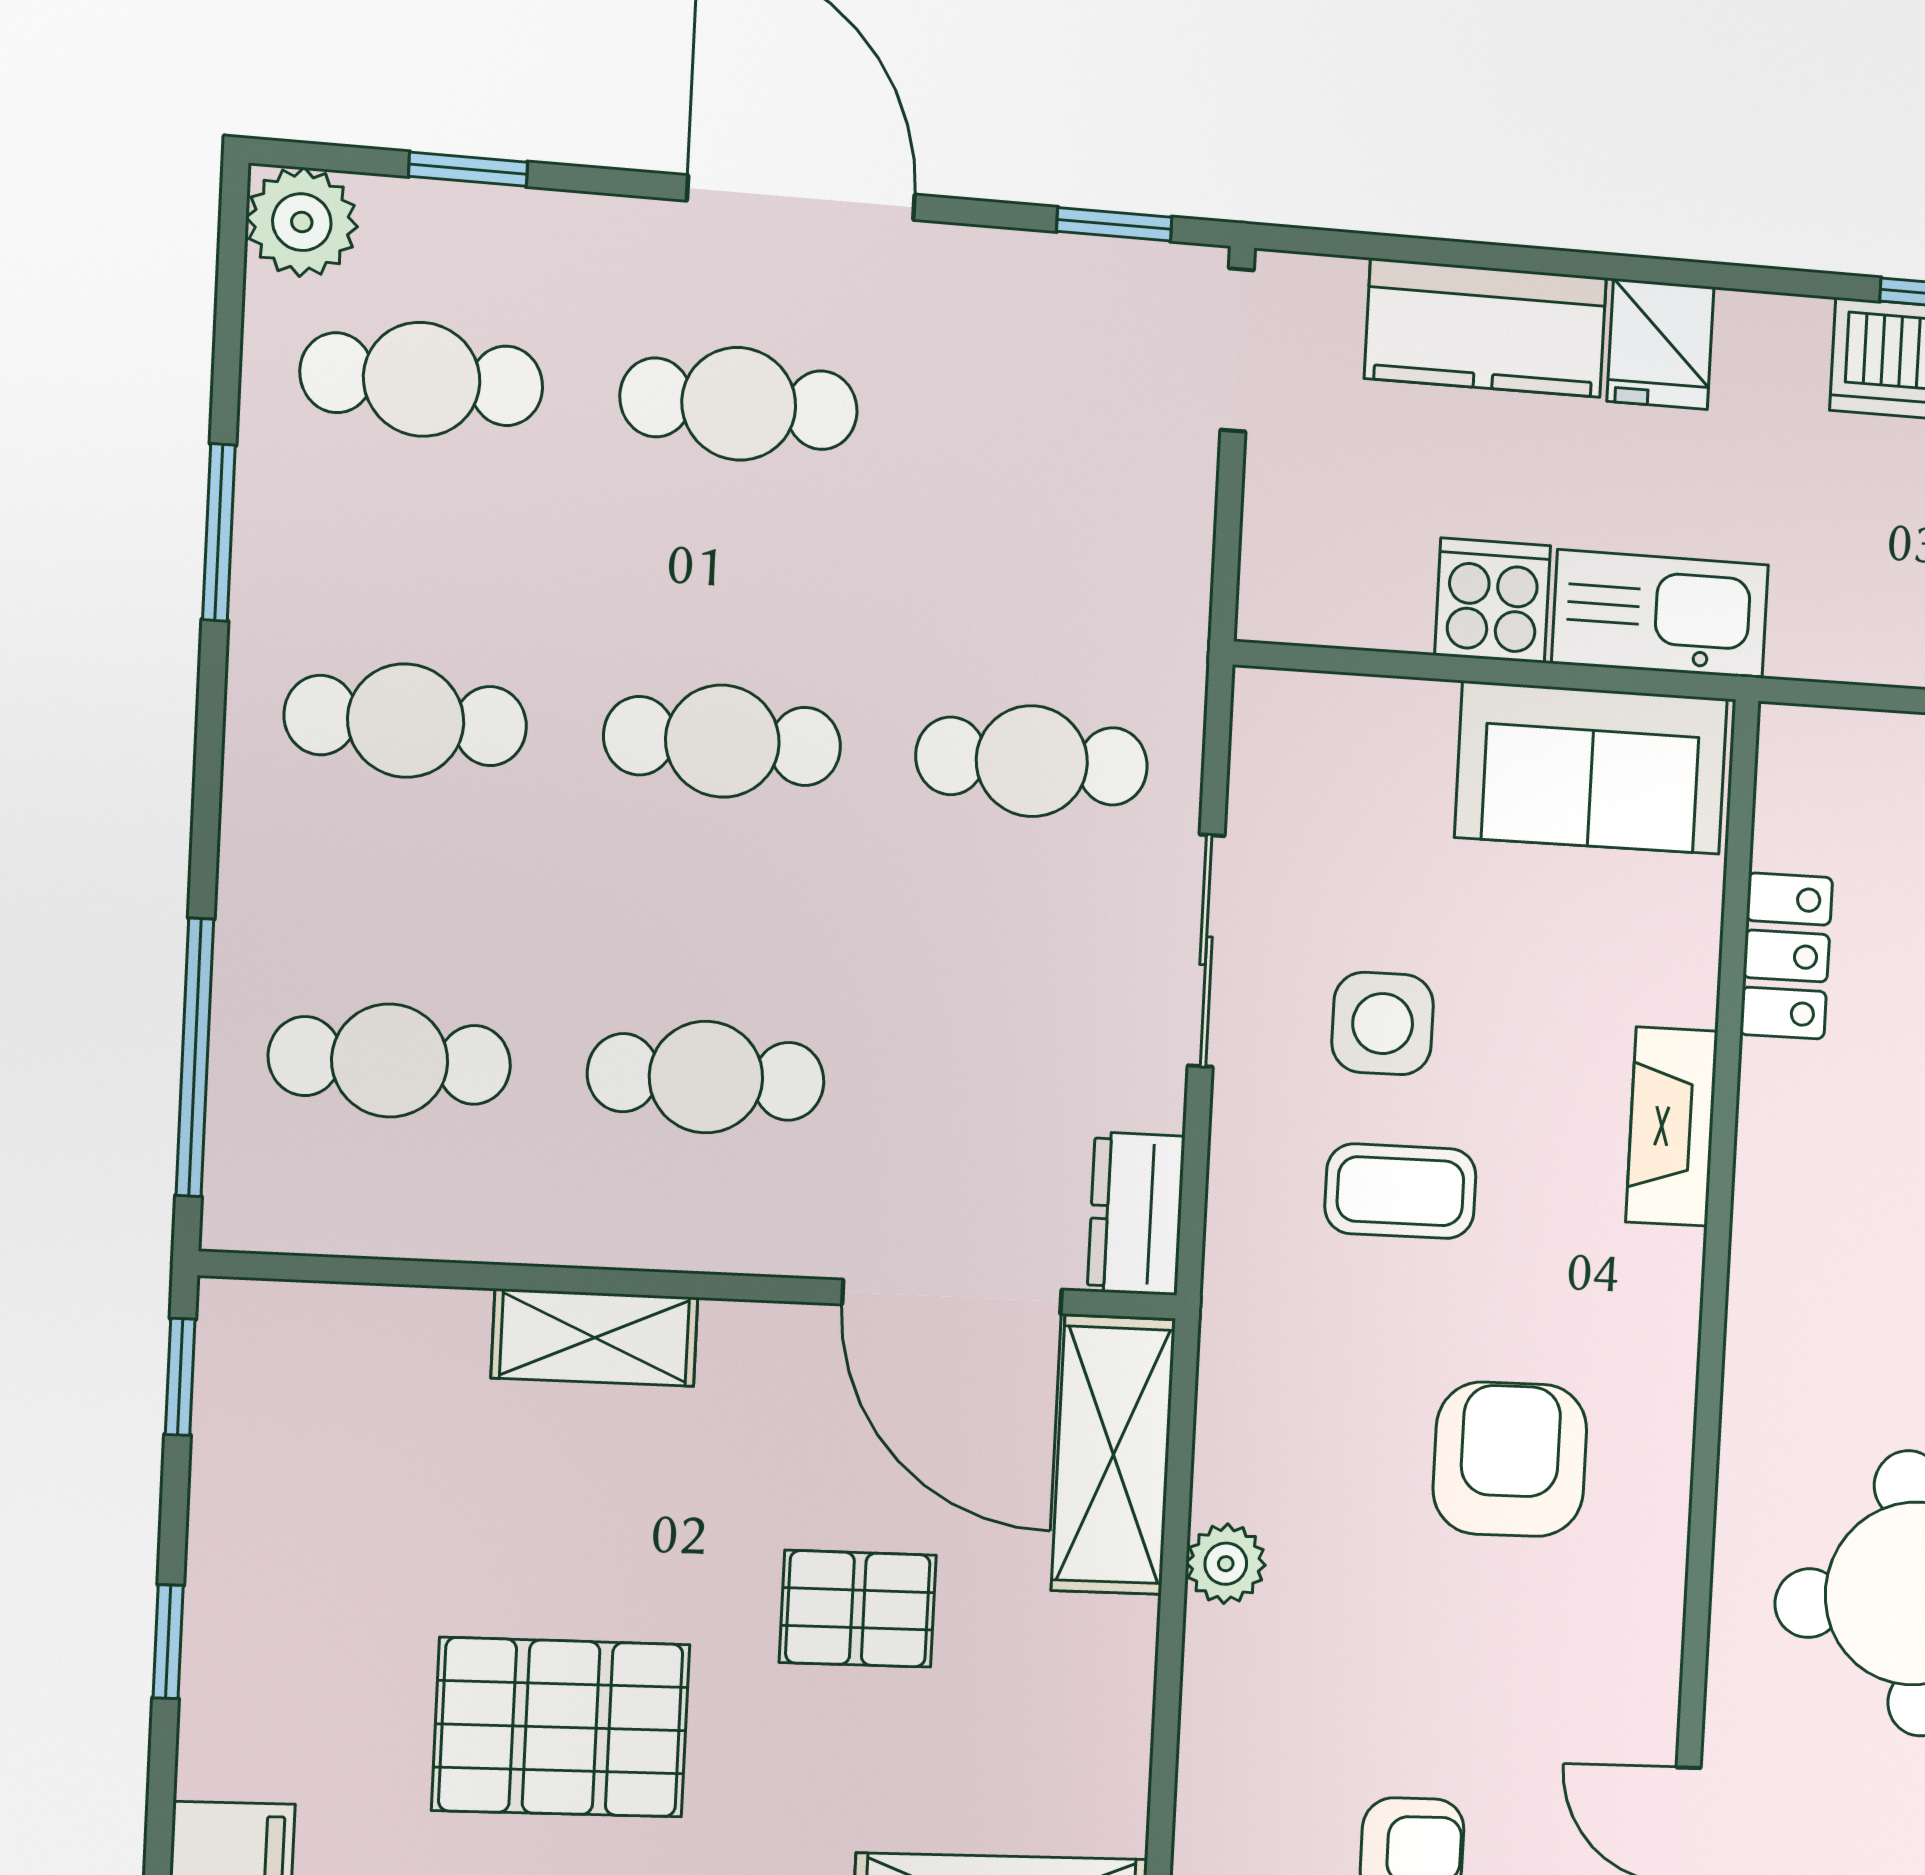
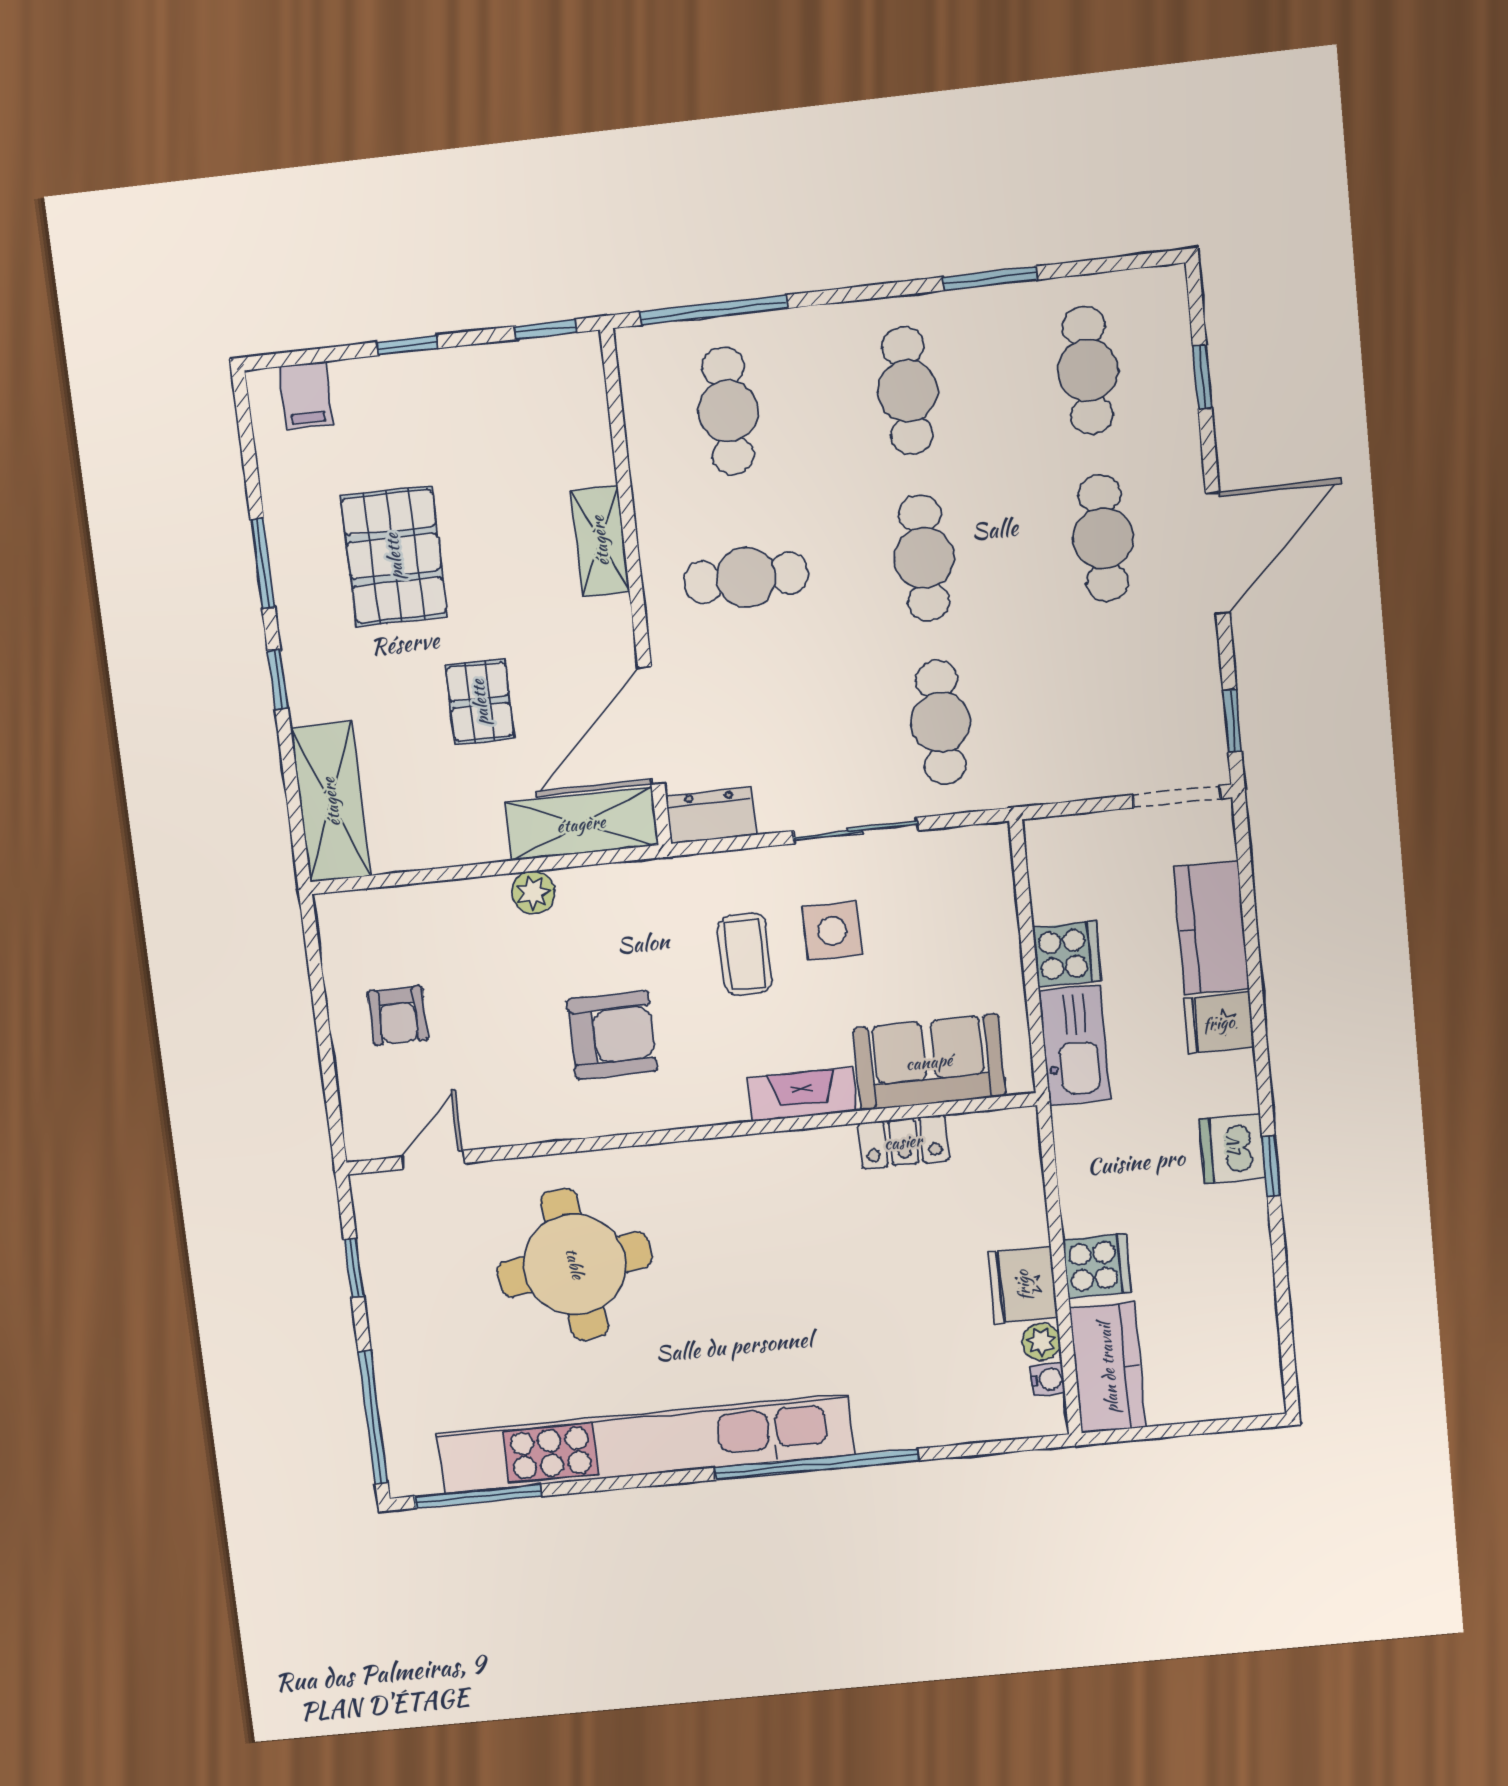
plant: (302, 222) -> (1160, 295), removed
sofa: (1591, 768) -> (929, 1062), moved, turned 90
cafe table: (706, 1077) -> (746, 577), turned 90

